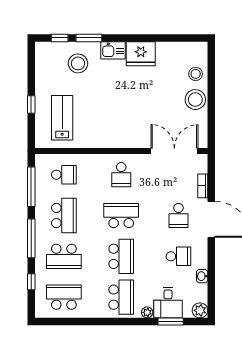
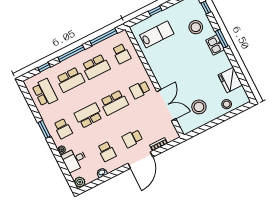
window: (89, 38) -> (222, 39), moved
fridge: (141, 54) -> (230, 80), moved
stool: (195, 100) -> (199, 107), moved
double door: (174, 151) -> (166, 105), moved
school desk: (121, 216) -> (114, 103), turned 90
school desk: (64, 256) -> (70, 80), turned -90
school desk: (121, 256) -> (89, 116), turned 180
school desk: (121, 297) -> (63, 129), width x0.54
window: (171, 322) -> (44, 129), moved

